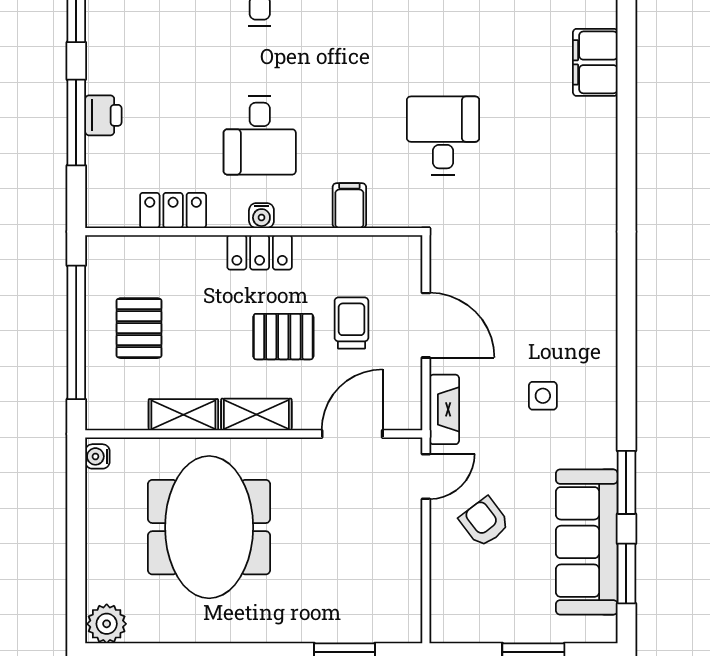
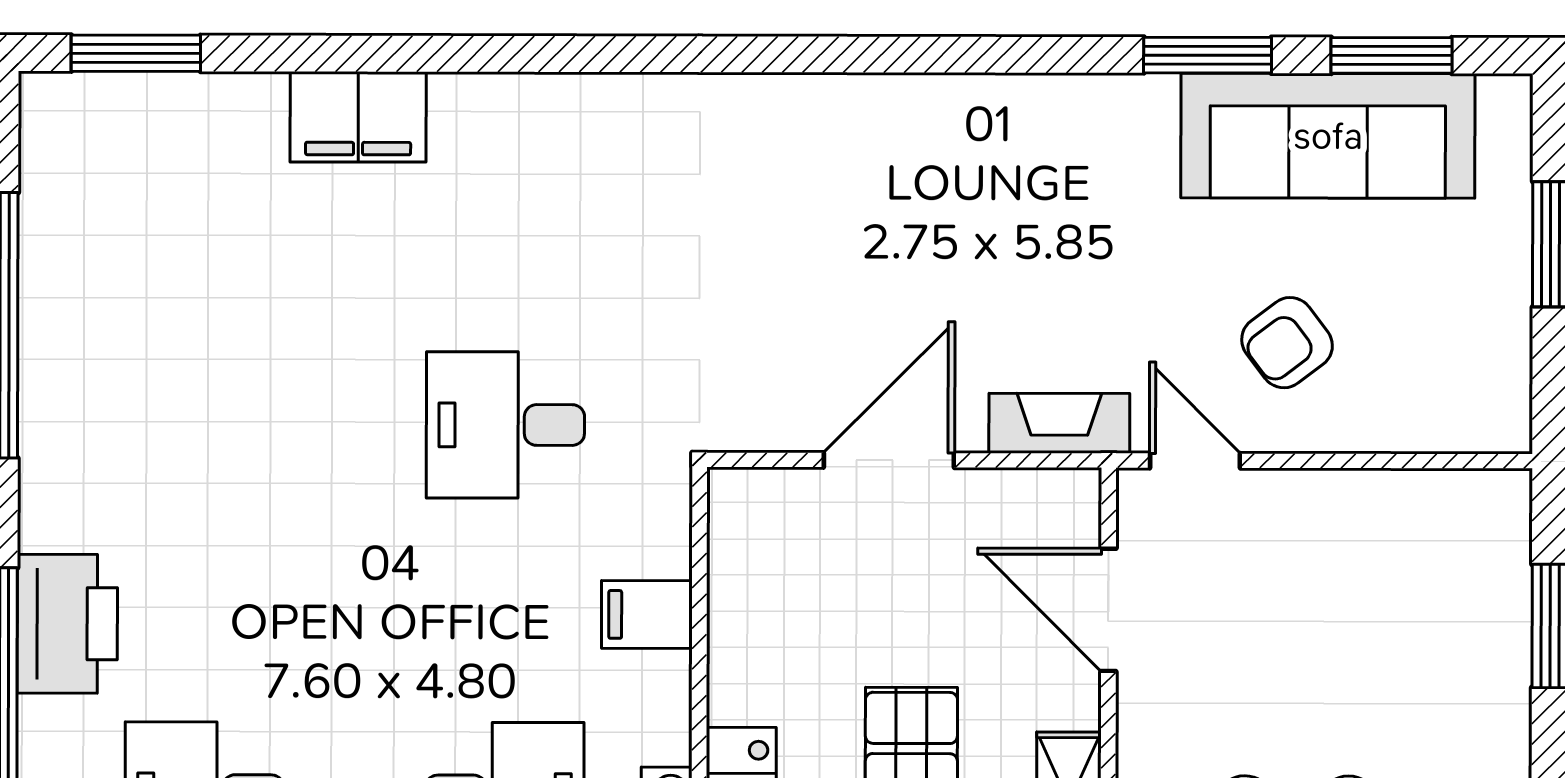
trolley: (351, 323) -> (884, 611), removed
side table: (543, 396) -> (1032, 224), removed

